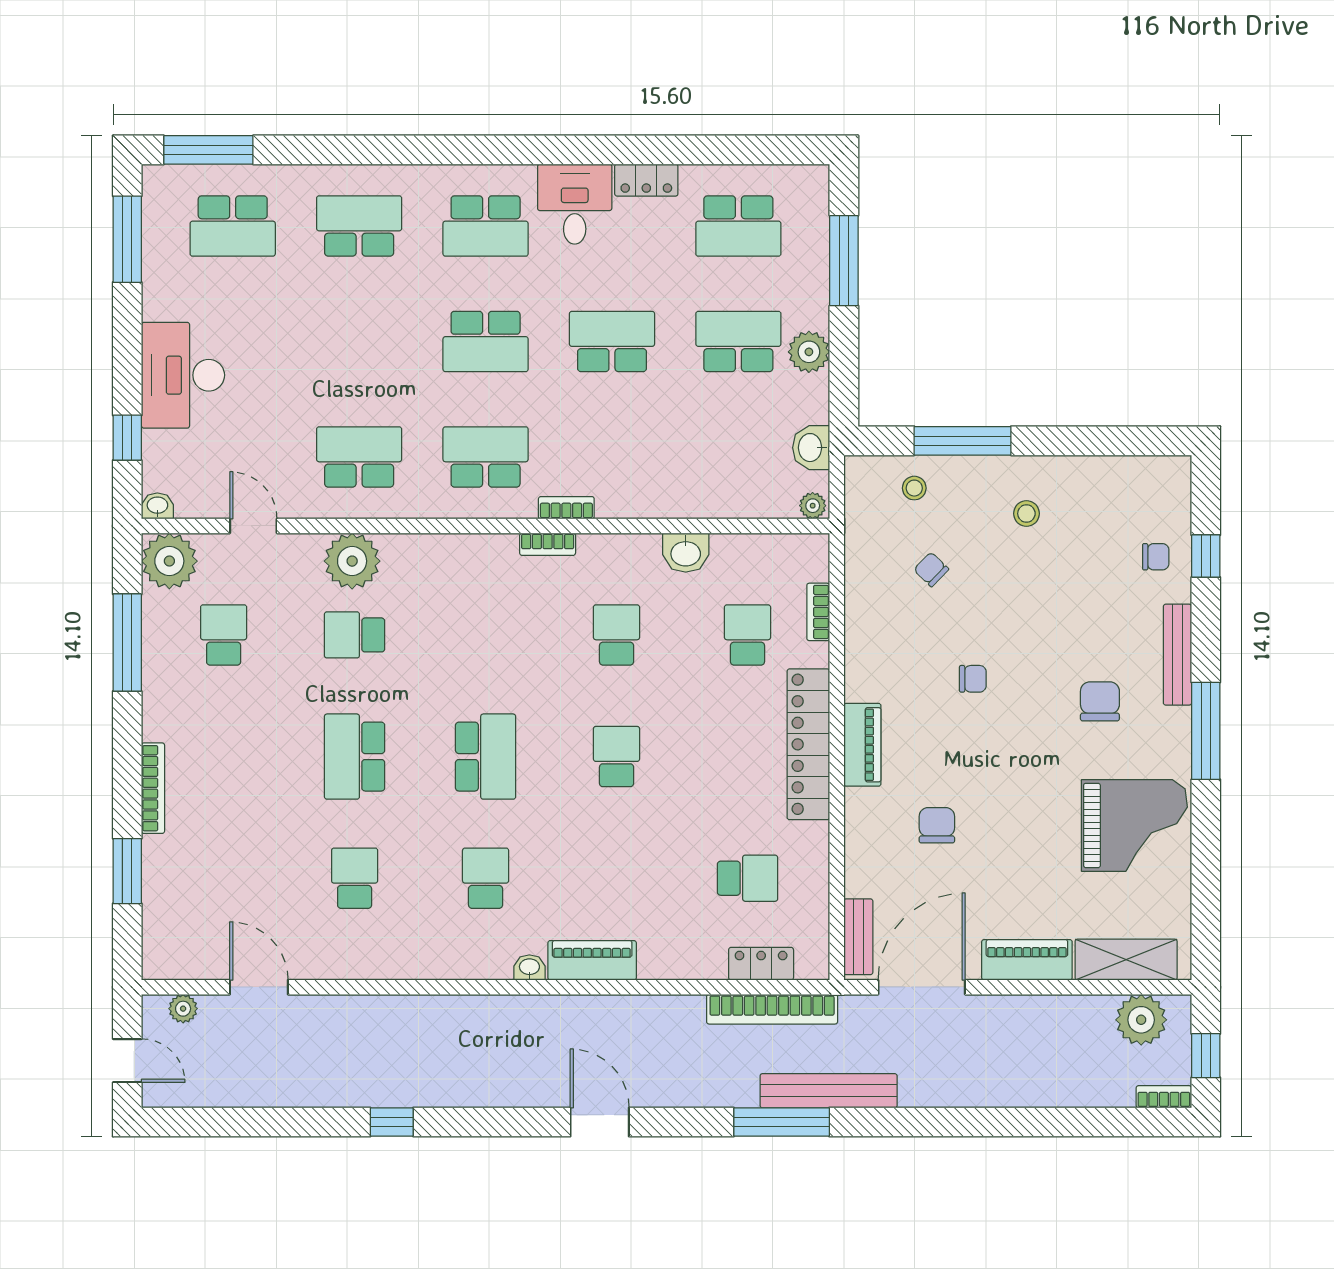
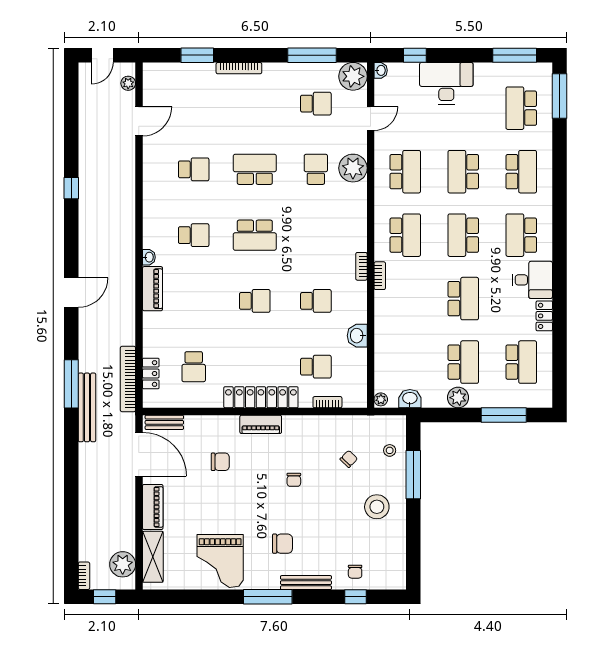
school desk: (738, 226) -> (521, 362), turned 180
school desk: (359, 341) -> (463, 172), added
stool: (1026, 514) -> (377, 507), width x1.89, depth x1.89

